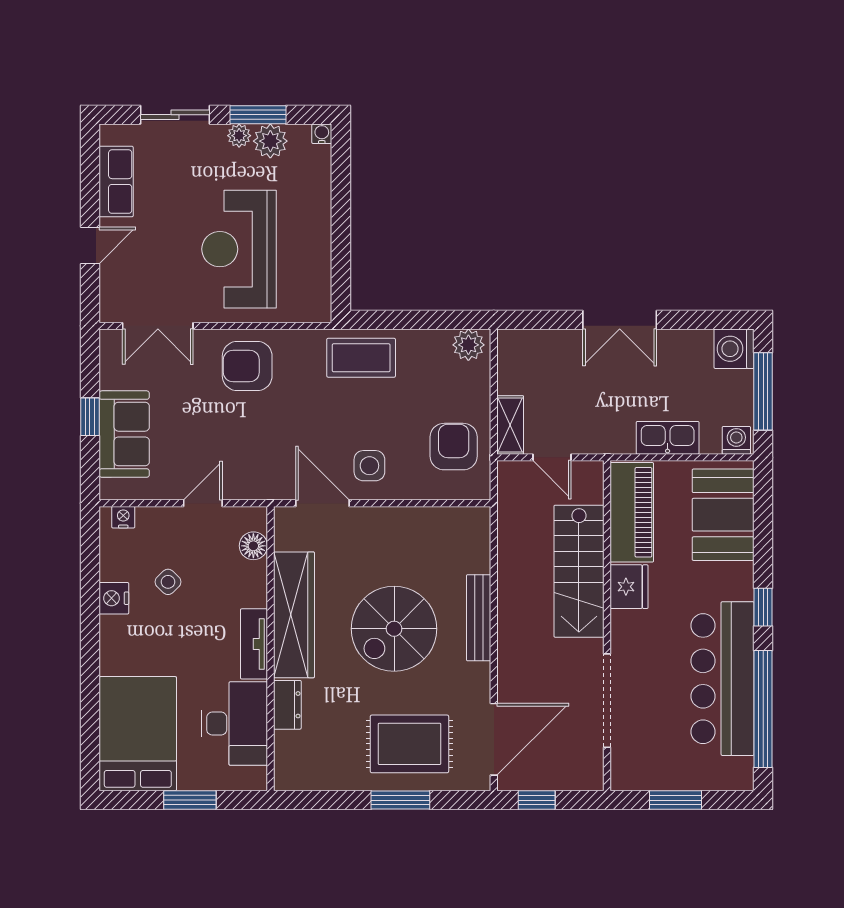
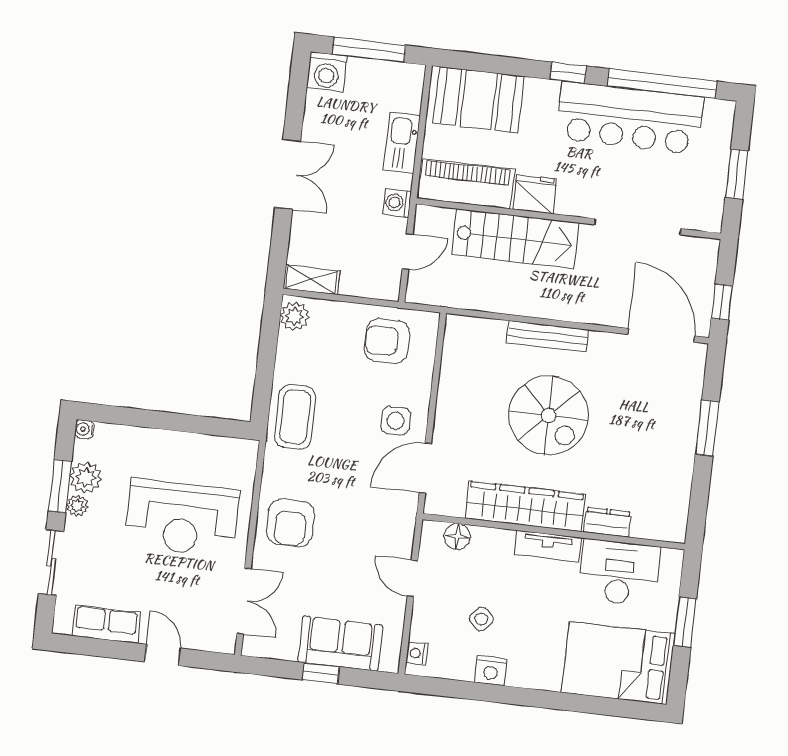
shelving: (510, 425) -> (312, 280), moved
washing machine: (736, 440) -> (397, 203), moved
rug: (409, 744) -> (657, 413), removed

